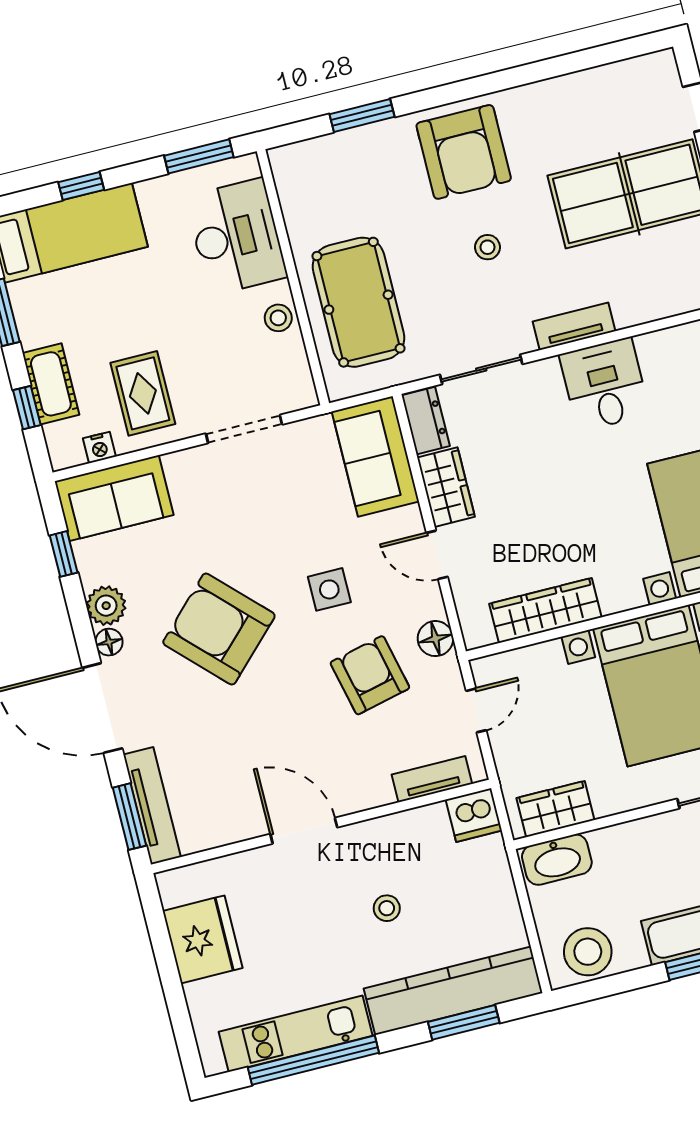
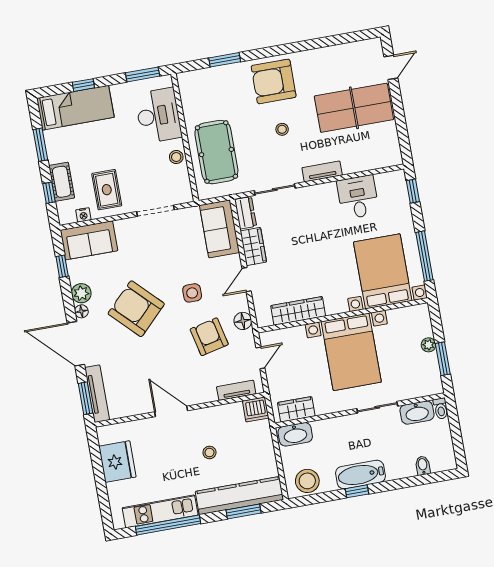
armchair: (464, 152) -> (274, 81), turned 90
desk: (605, 385) -> (358, 197), moved
door: (437, 555) -> (247, 280), hinge flipped

